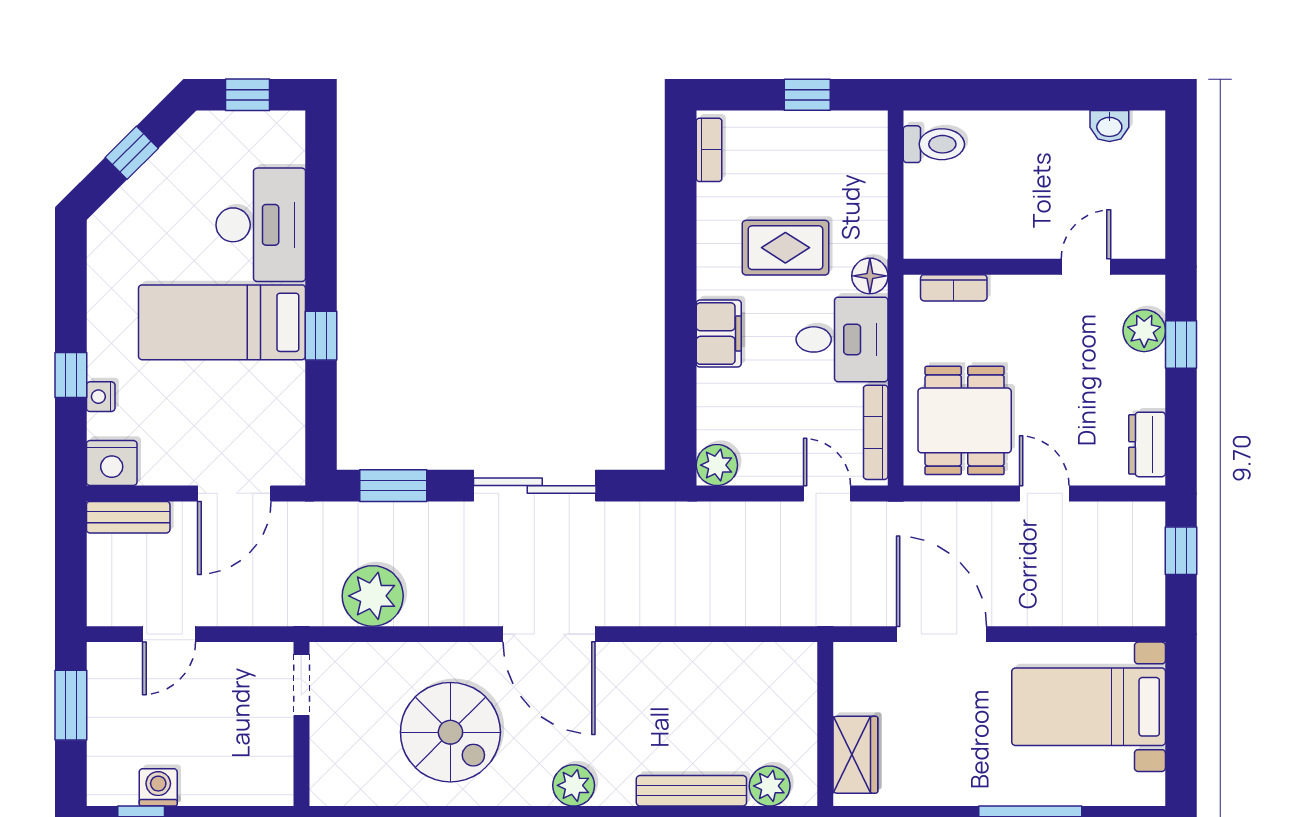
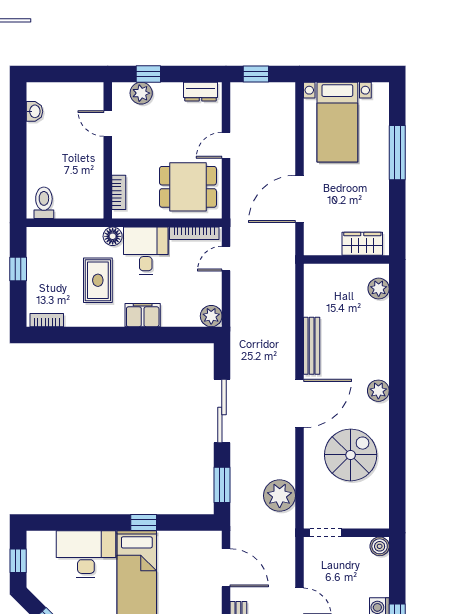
boiler: (275, 788) -> (380, 546), added
bench: (691, 791) -> (312, 346), moved

